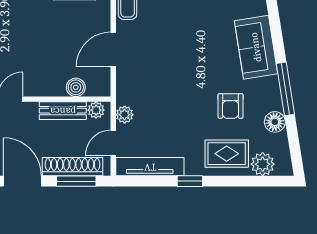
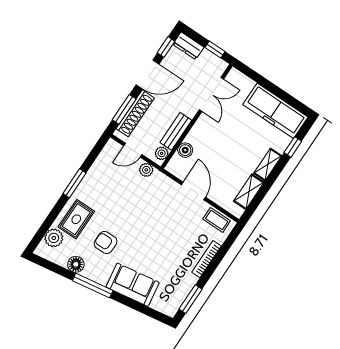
door: (113, 143) -> (133, 150), swing flipped
tv unit: (150, 167) -> (101, 163), removed
window: (190, 181) -> (74, 183), width x1.50

